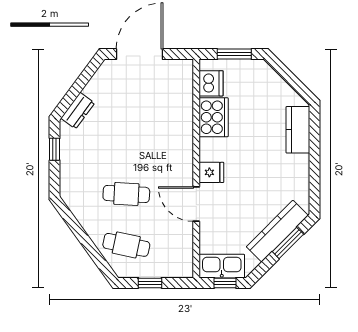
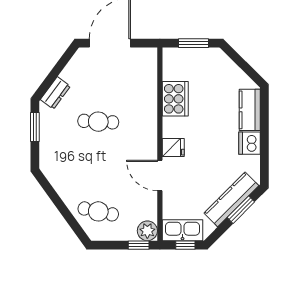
dishwasher: (211, 83) -> (249, 143), moved, turned 180
window: (55, 149) -> (35, 127), width x1.50
cafe table: (126, 194) -> (98, 122), moved
plant: (182, 267) -> (147, 231), added
window: (150, 283) -> (139, 245), moved

